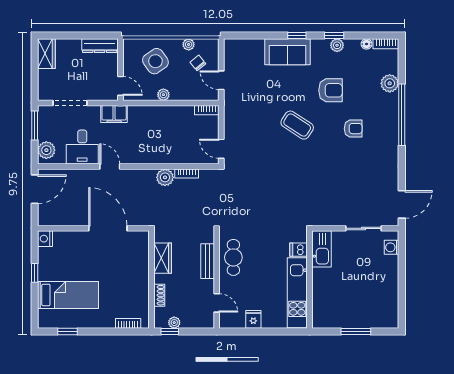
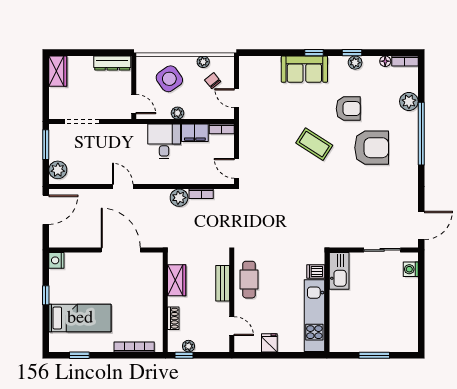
filing cabinet: (114, 114) -> (195, 133), moved
armchair: (353, 129) -> (372, 148), width x1.88, depth x1.88
desk: (82, 147) -> (164, 141), moved, turned 180
bookcase: (128, 323) -> (134, 347), width x1.56

